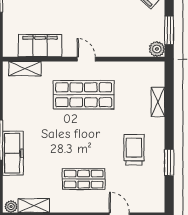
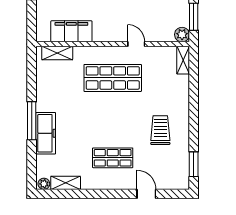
door: (86, 59) -> (136, 44), moved
shelving: (158, 102) -> (183, 60), moved
window: (169, 162) -> (194, 164), moved

